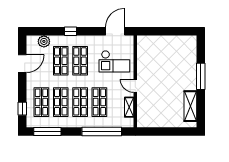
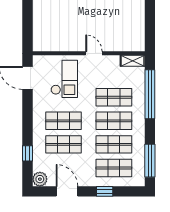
window: (70, 31) -> (27, 153), moved
plant: (44, 41) -> (40, 179), moved
door: (135, 86) -> (94, 53), swing flipped
shelving: (129, 107) -> (133, 61), moved
window: (22, 109) -> (105, 191), moved

